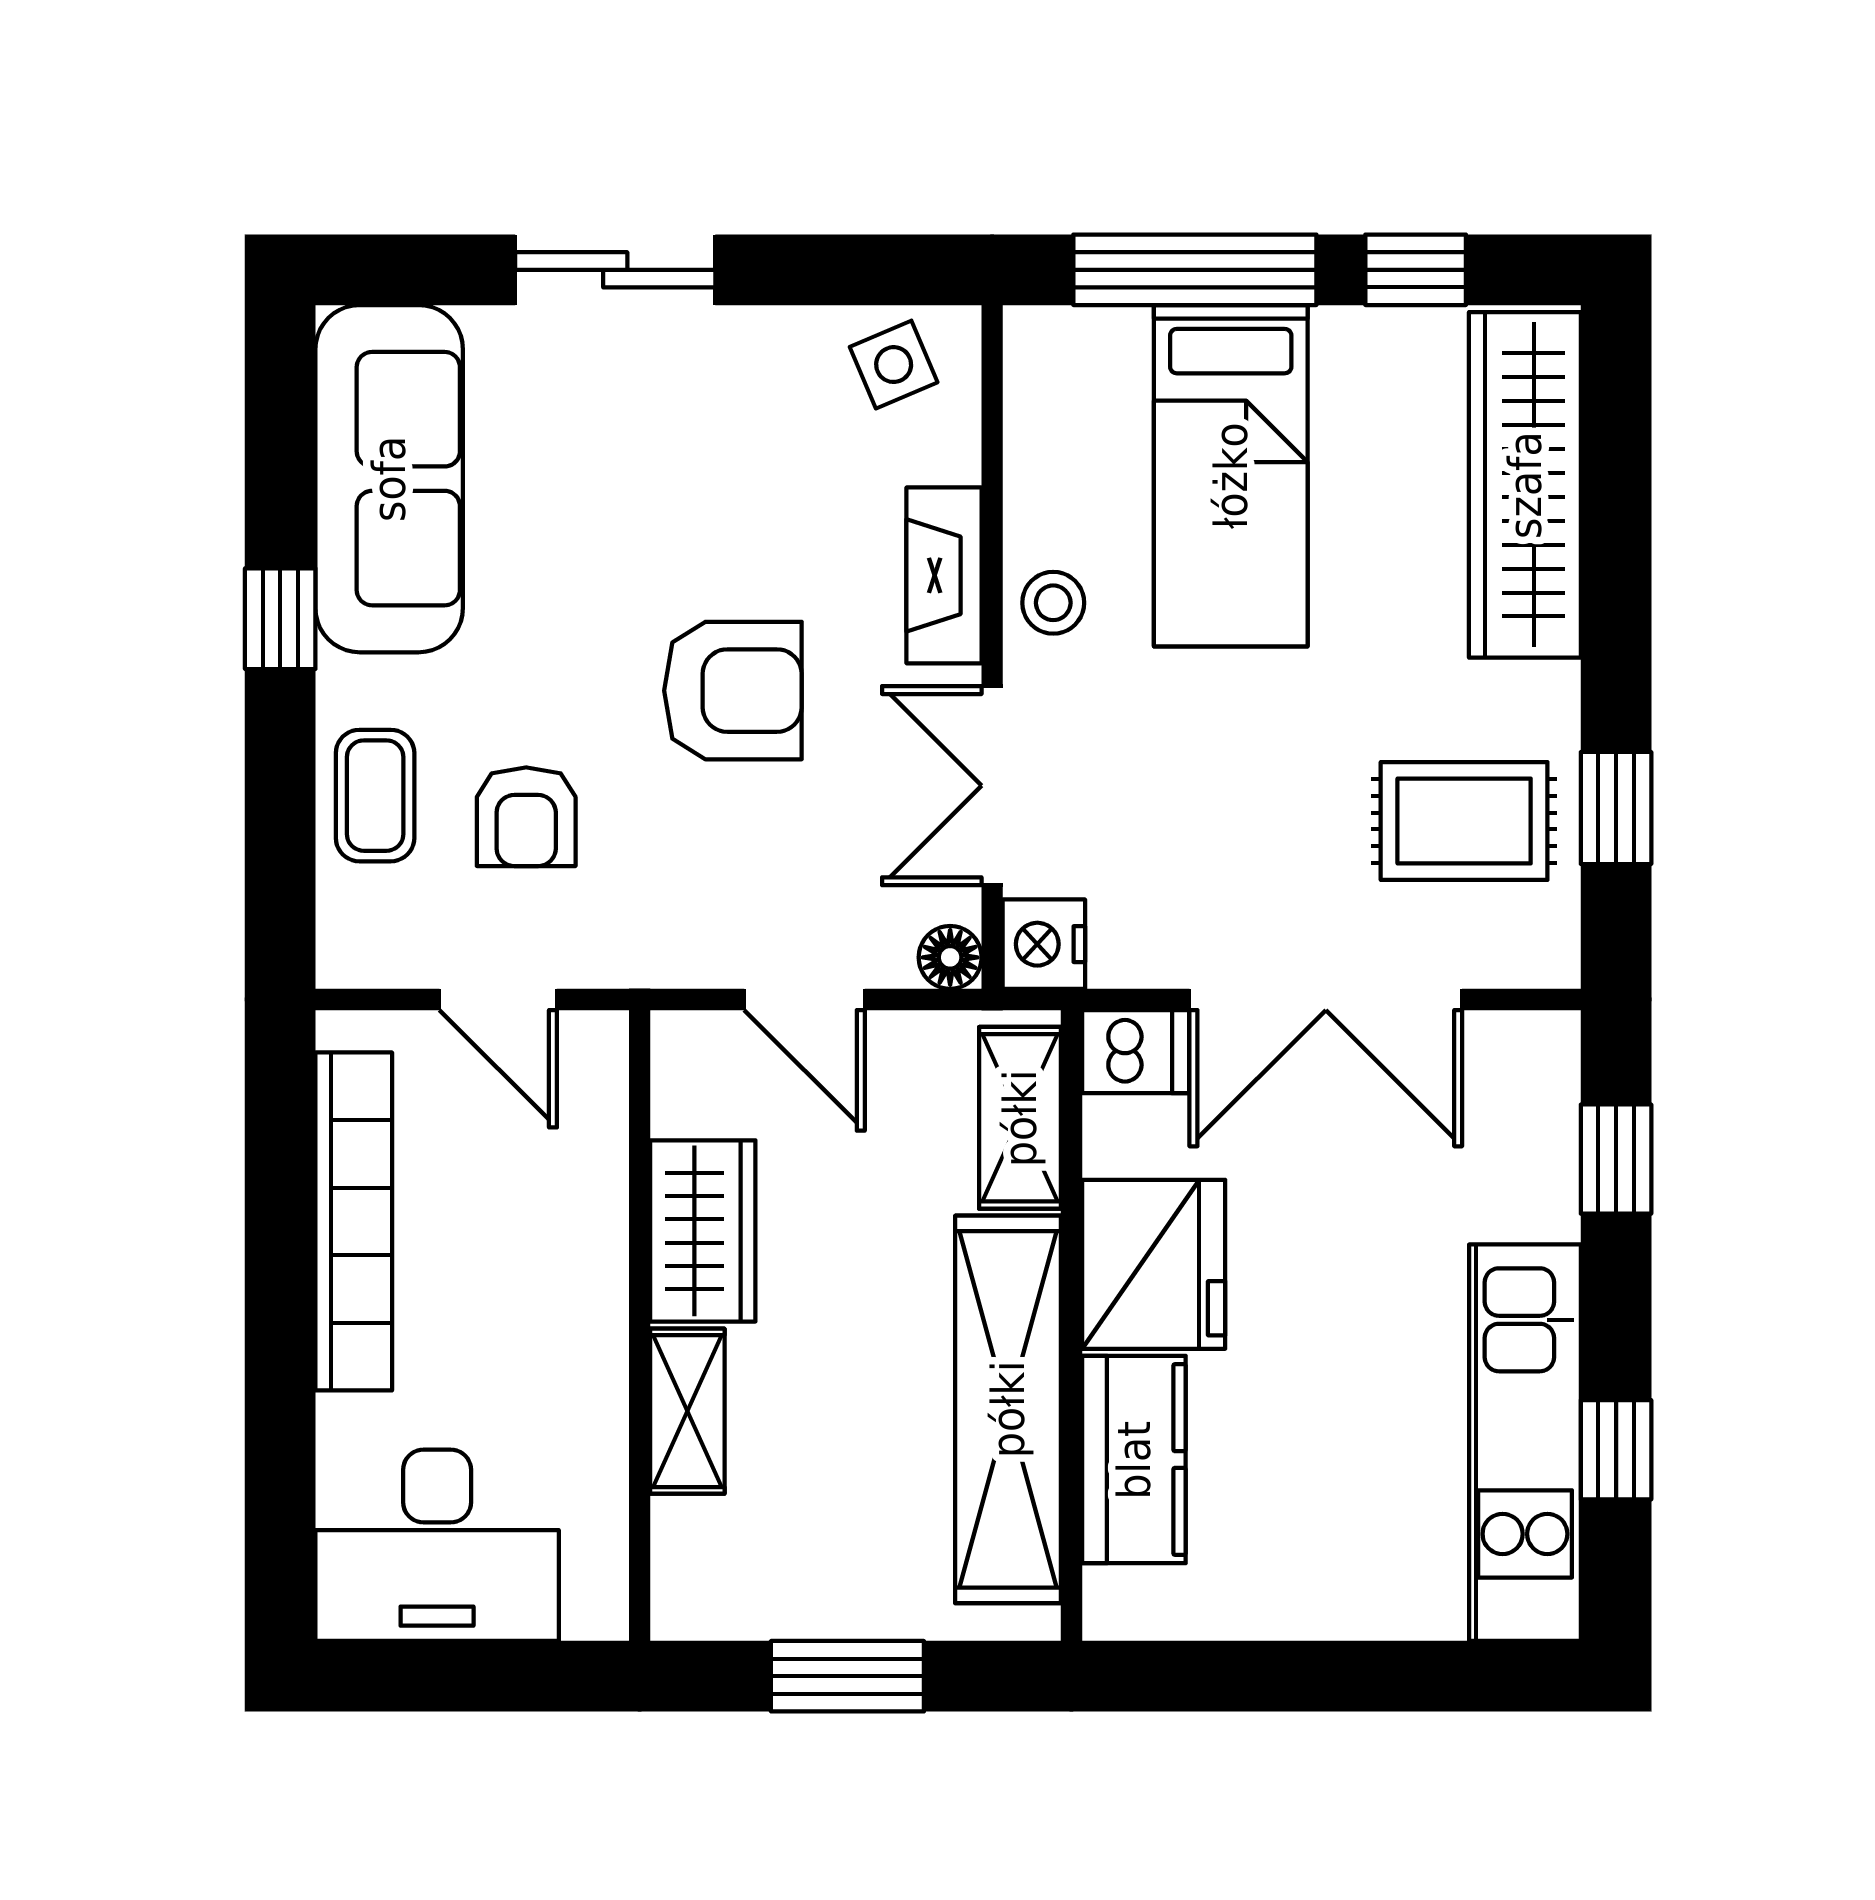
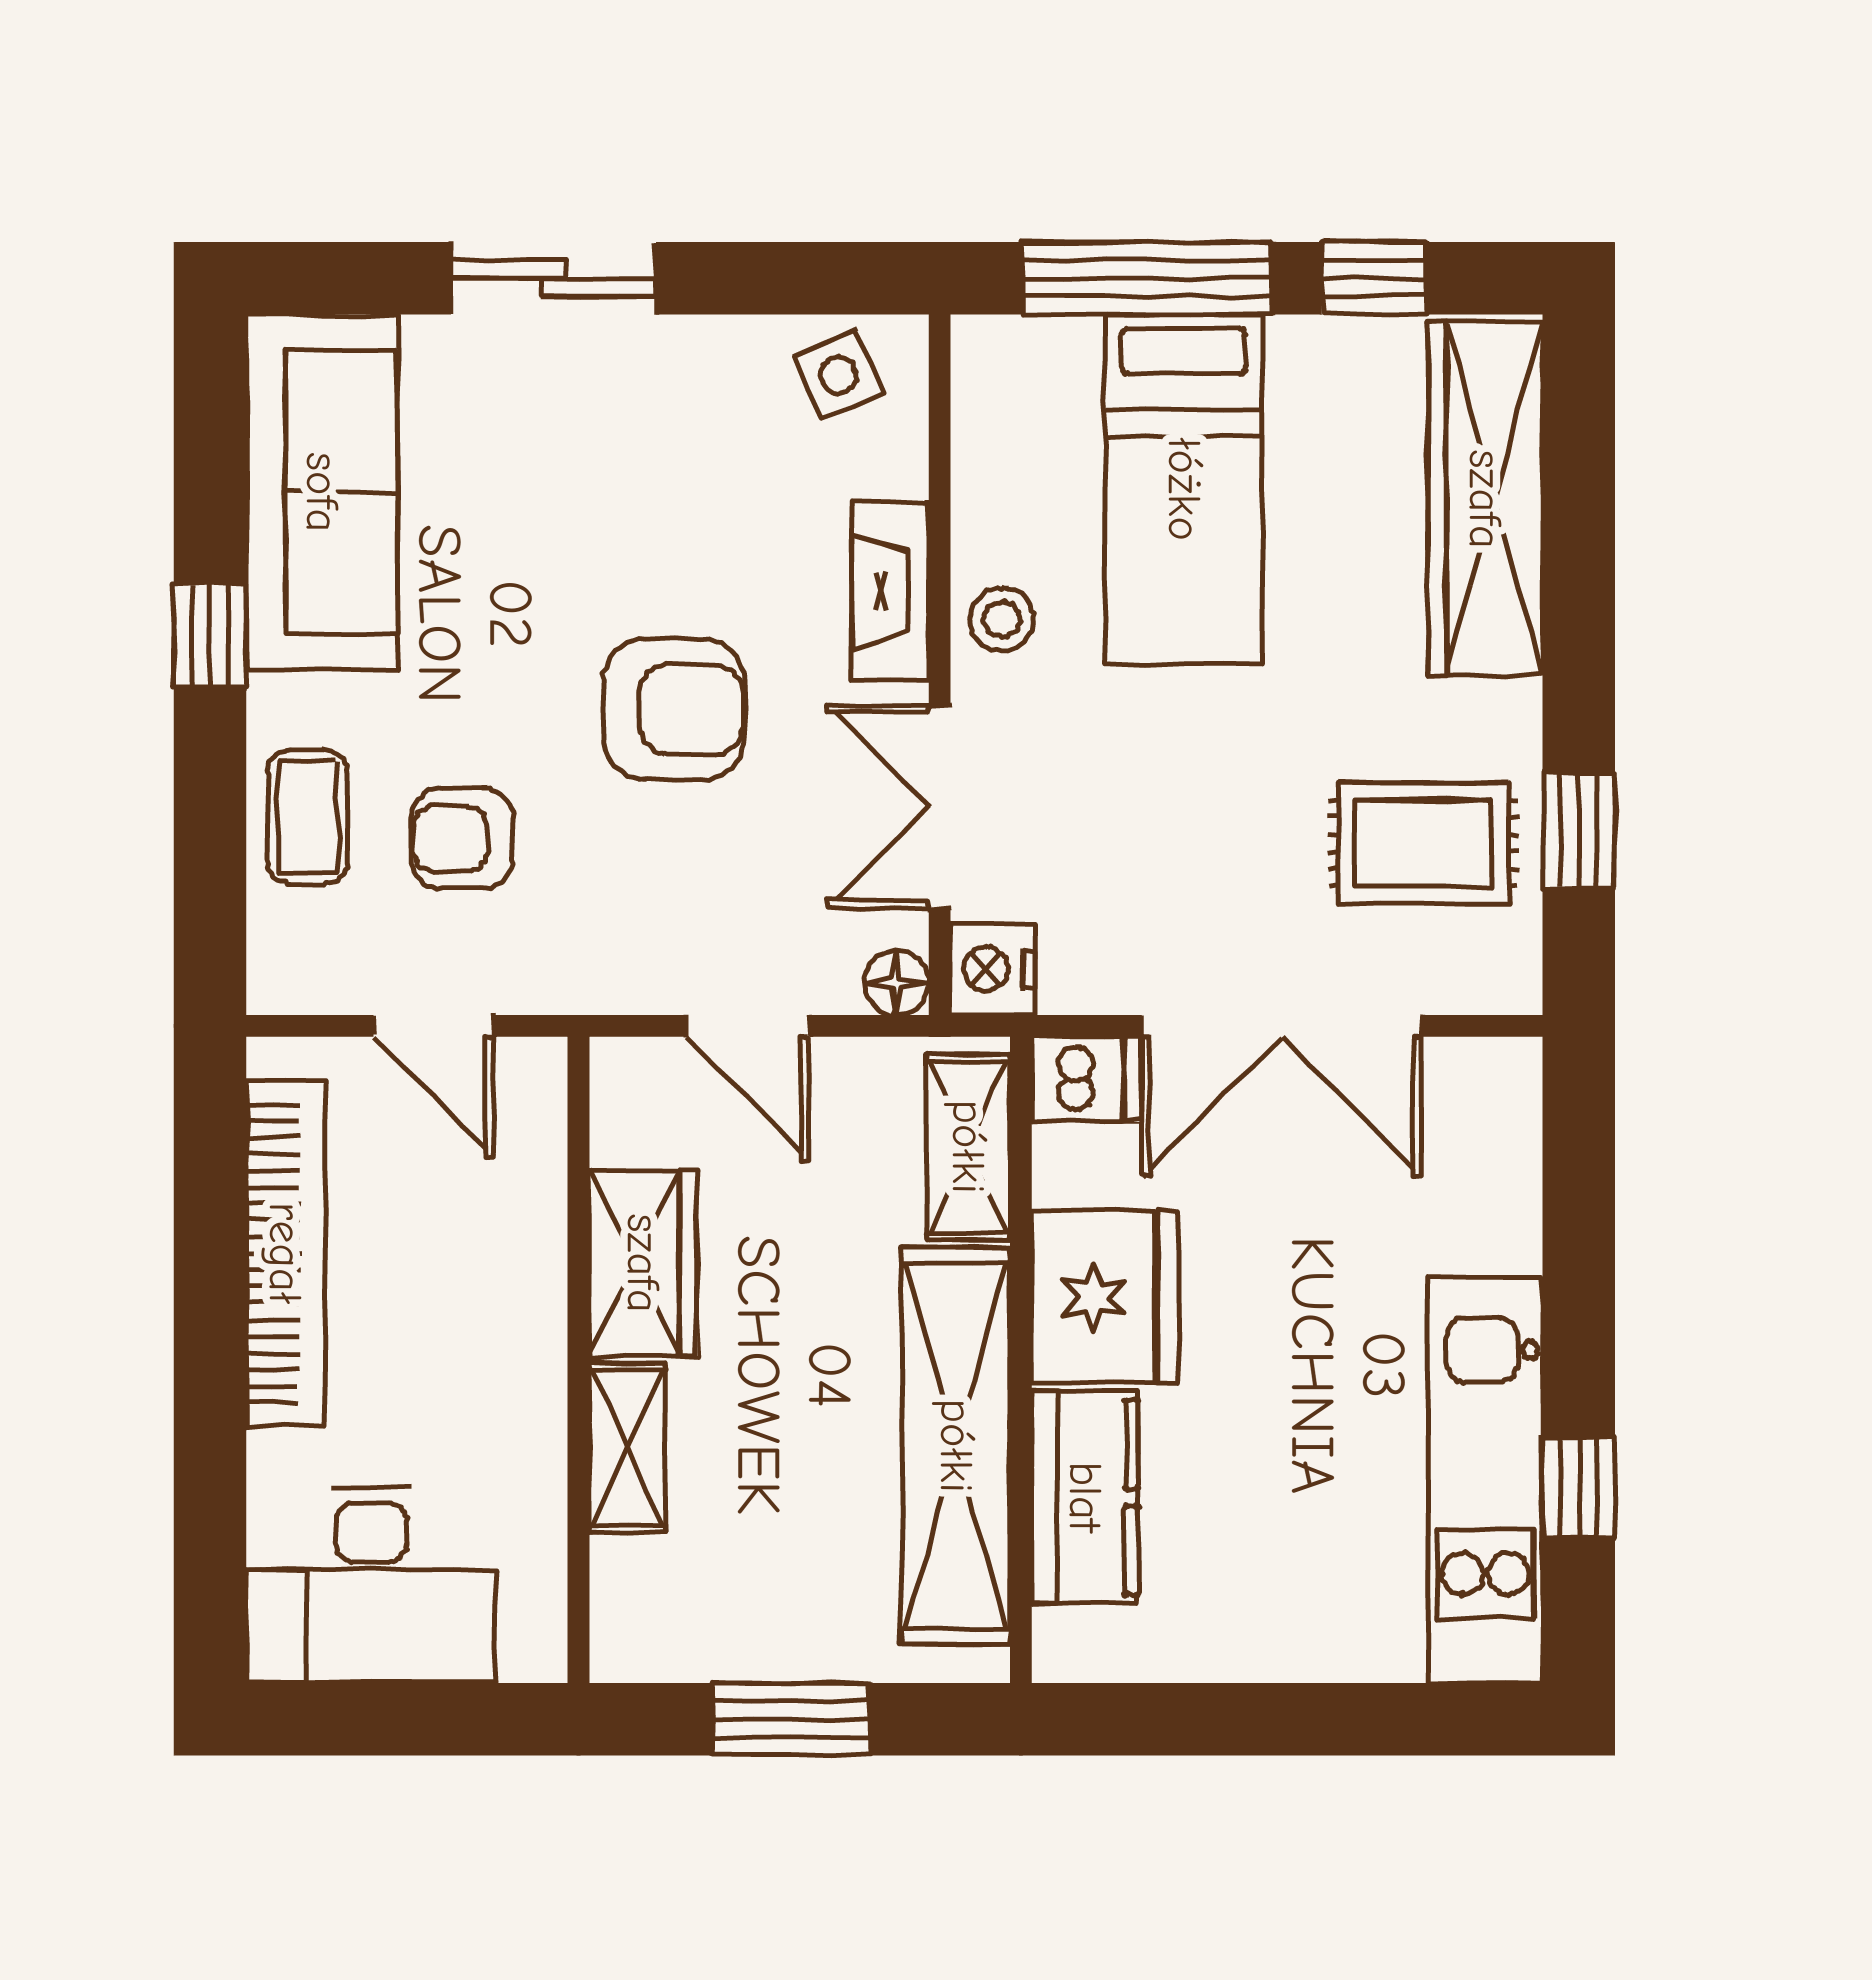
armchair: (526, 817) -> (462, 839), turned 90
window: (1616, 1159) -> (1579, 1189), removed

